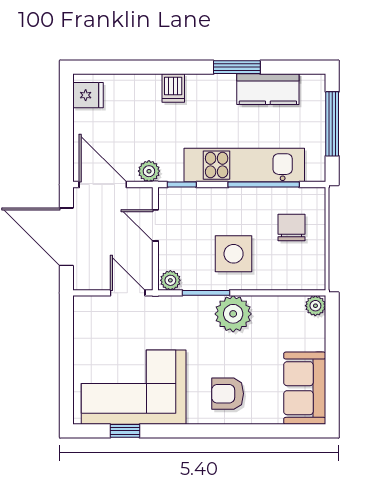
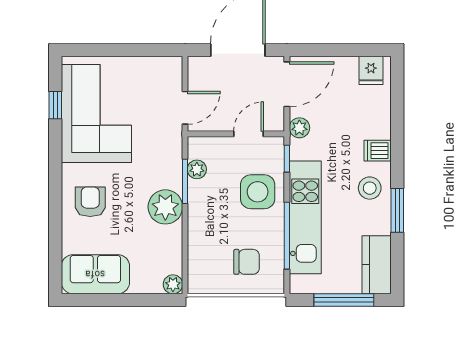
kitchen counter: (268, 89) -> (377, 265), moved
stool: (213, 96) -> (370, 188), added
side table: (234, 254) -> (258, 192), moved
plant: (170, 280) -> (197, 169), moved

